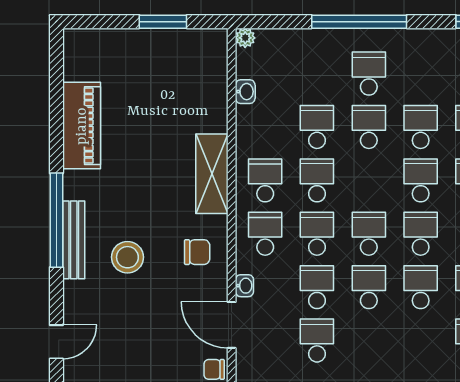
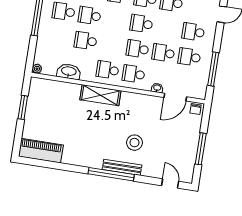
washbasin: (245, 92) -> (69, 72), width x1.91, depth x1.45
piano: (82, 126) -> (41, 151), moved
school desk: (317, 180) -> (112, 45), removed
chair: (197, 252) -> (137, 108), removed
school desk: (369, 287) -> (193, 32), moved

